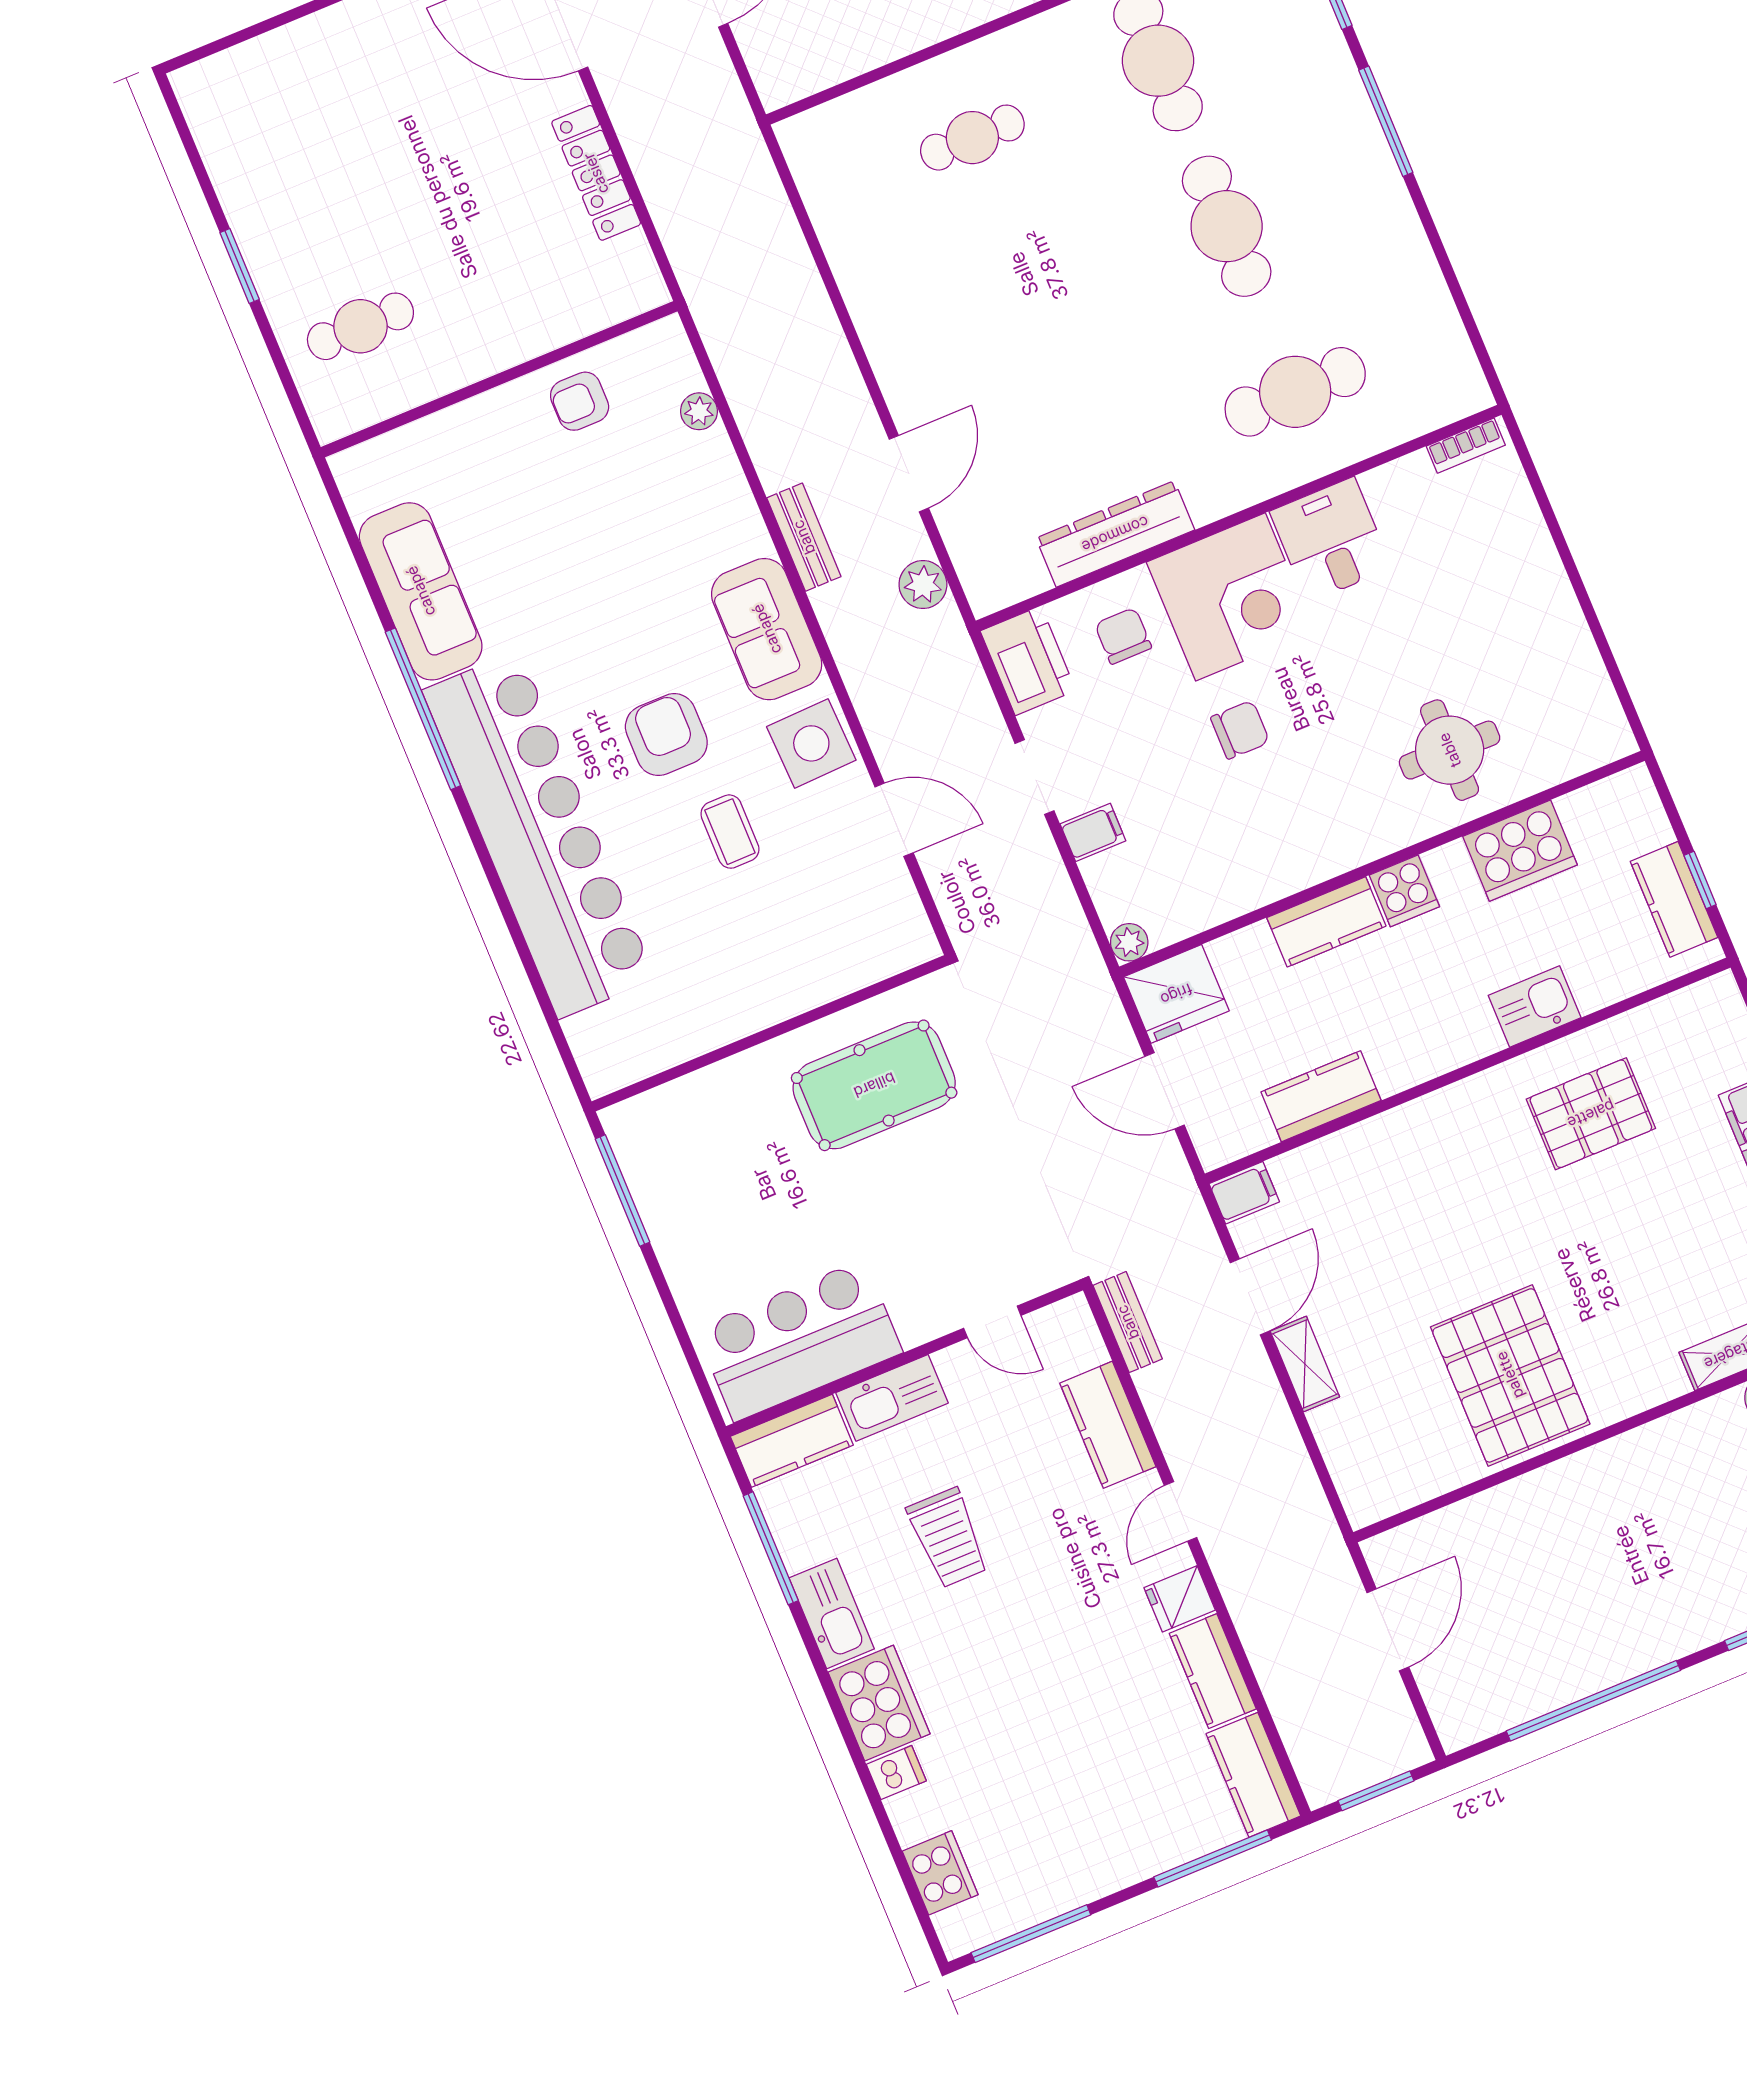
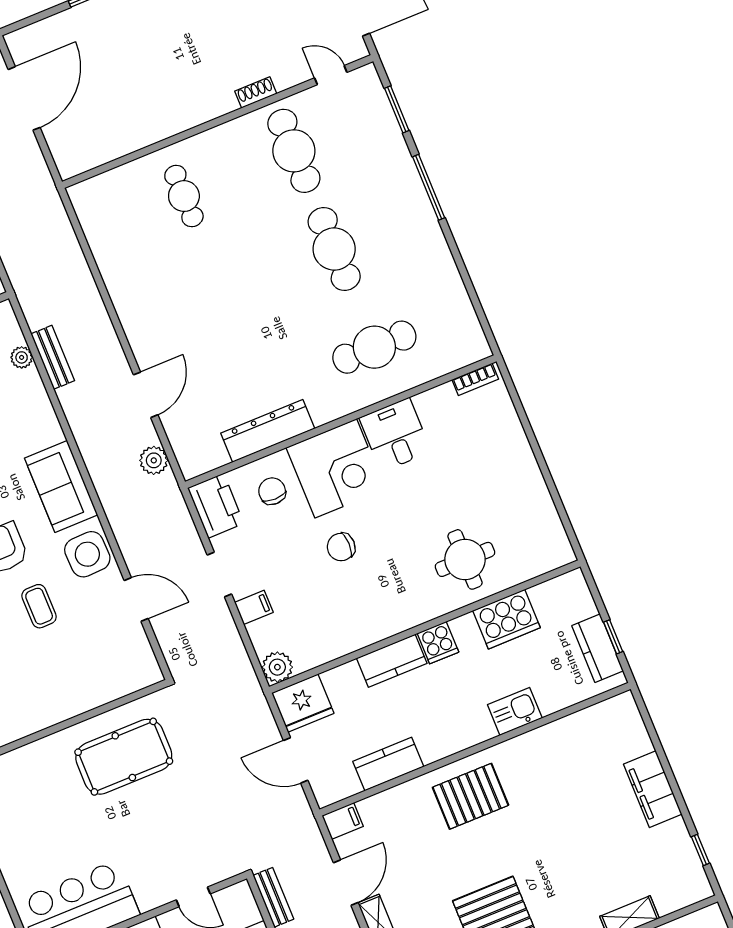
cafe table: (972, 138) -> (184, 196), turned 90
bench: (804, 537) -> (53, 357), moved
chair: (1240, 730) -> (341, 547), turned 180
plant: (1129, 942) -> (277, 667), width x1.38, depth x1.38
pallet: (1591, 1114) -> (471, 796), moved

